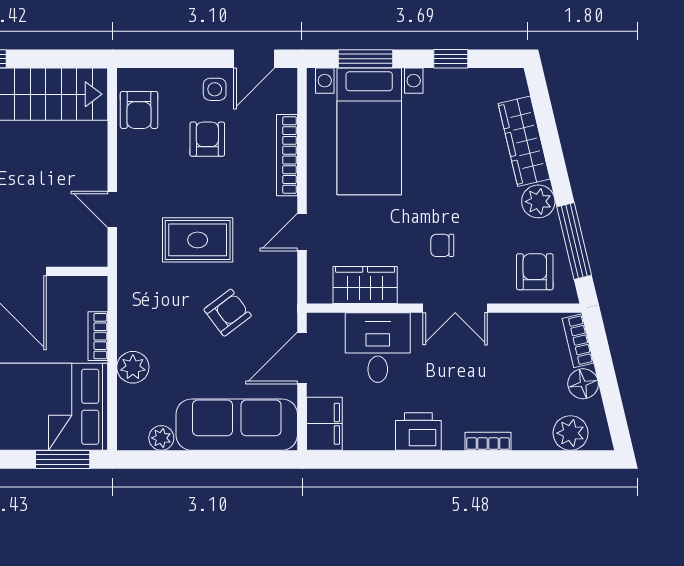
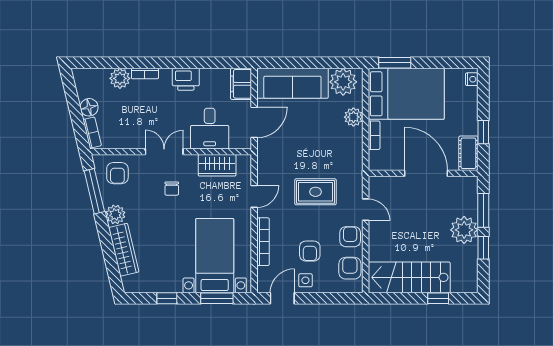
chair: (442, 245) -> (172, 189), turned 90
armchair: (228, 313) -> (350, 237), moved, turned 127
plant: (571, 433) -> (120, 78), moved
plant: (161, 438) -> (343, 82), width x1.87, depth x1.87

